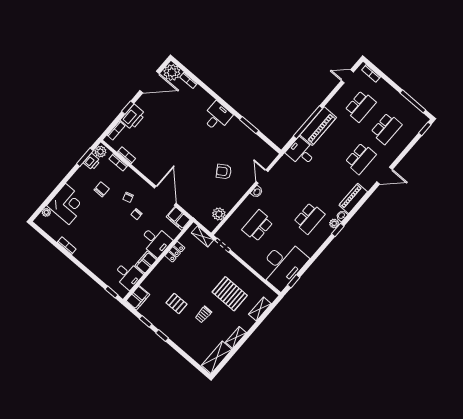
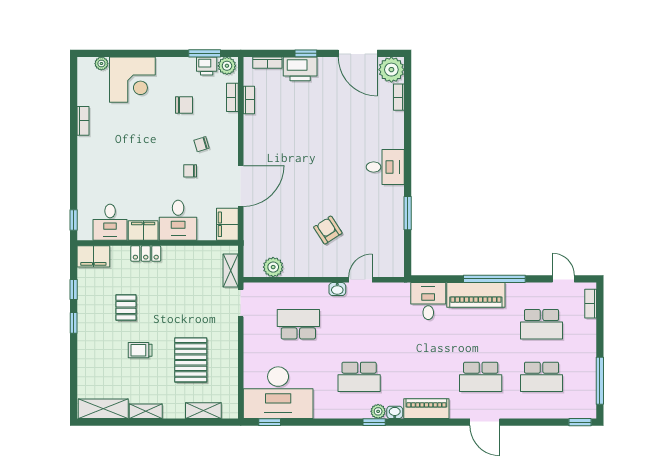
window: (308, 122) -> (494, 279), moved
locker: (175, 252) -> (146, 254), moved

